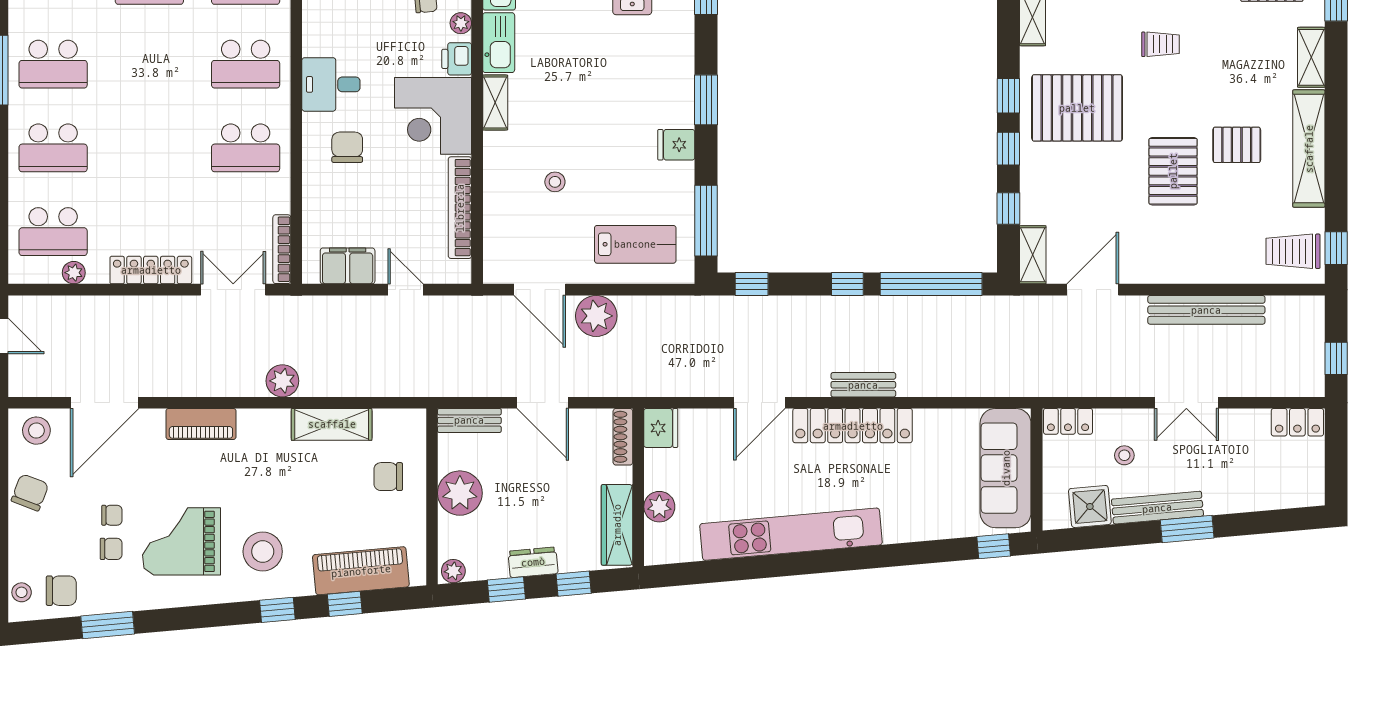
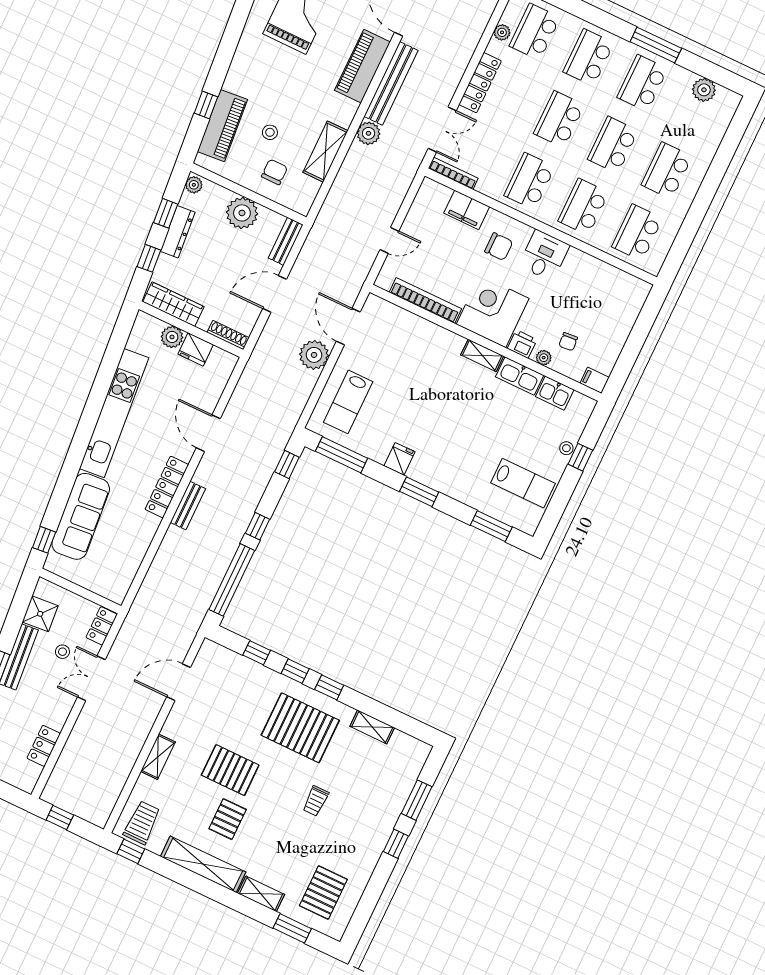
school desk: (149, 64) -> (613, 145), added
pallet: (1077, 108) -> (300, 728), turned 90
school desk: (149, 148) -> (559, 119), added
stool: (555, 182) -> (413, 369), removed
shelving: (1033, 255) -> (158, 757), moved, turned 90
filing cabinet: (348, 266) -> (467, 210), moved, turned 90
door: (540, 290) -> (348, 327), hinge flipped
door: (1093, 290) -> (179, 682), swing flipped
bench: (1206, 310) -> (391, 83), moved
double door: (1186, 403) -> (91, 678), moved
locker: (1297, 422) -> (44, 746), moved
piano: (201, 424) -> (362, 66), width x1.37, depth x1.33
locker: (853, 426) -> (167, 487), width x0.71, depth x0.83
fridge: (661, 428) -> (196, 349), moved
sofa: (1006, 468) -> (81, 516), moved, turned 85
stool: (263, 552) -> (270, 132), moved, width x0.53, depth x0.53
dresser: (533, 562) -> (178, 232), width x1.44
window: (277, 610) -> (223, 60), removed

